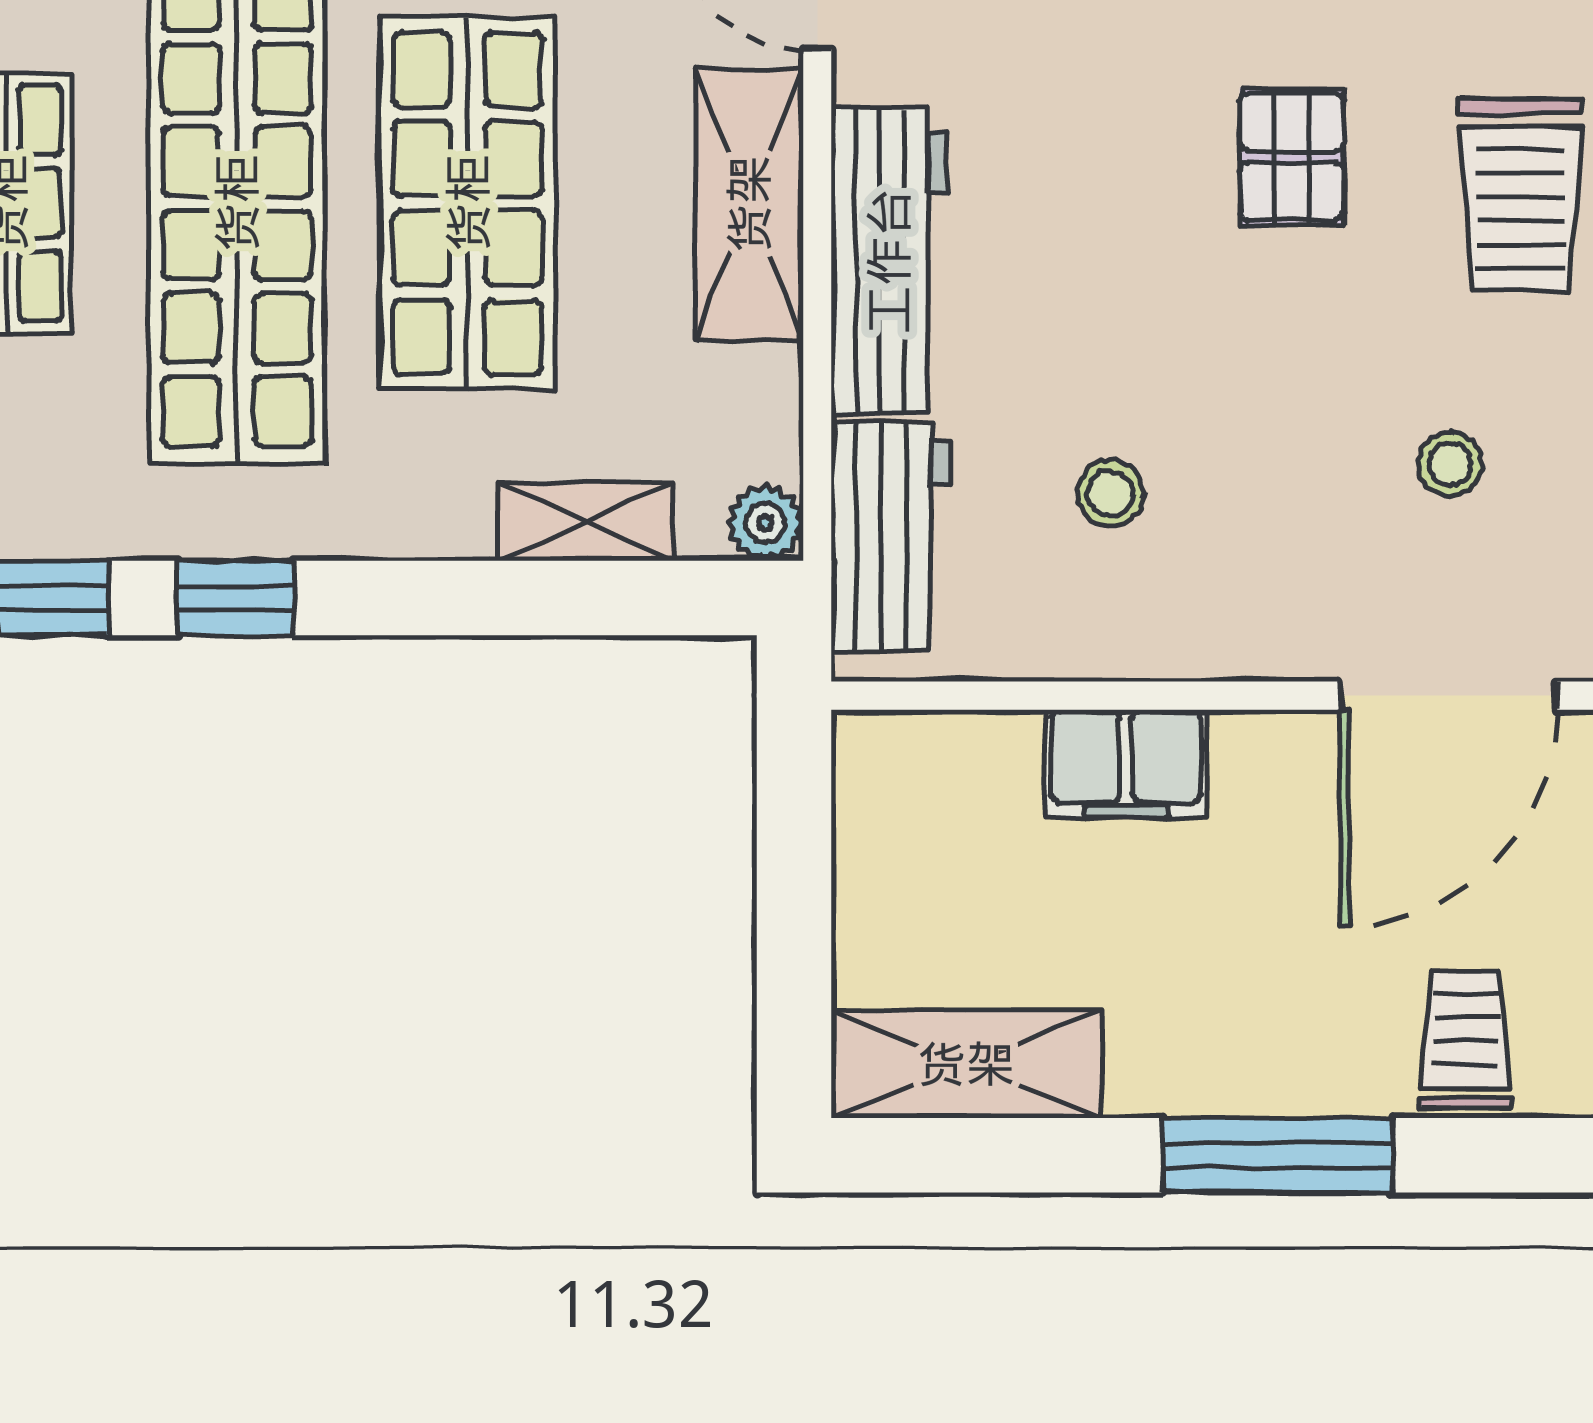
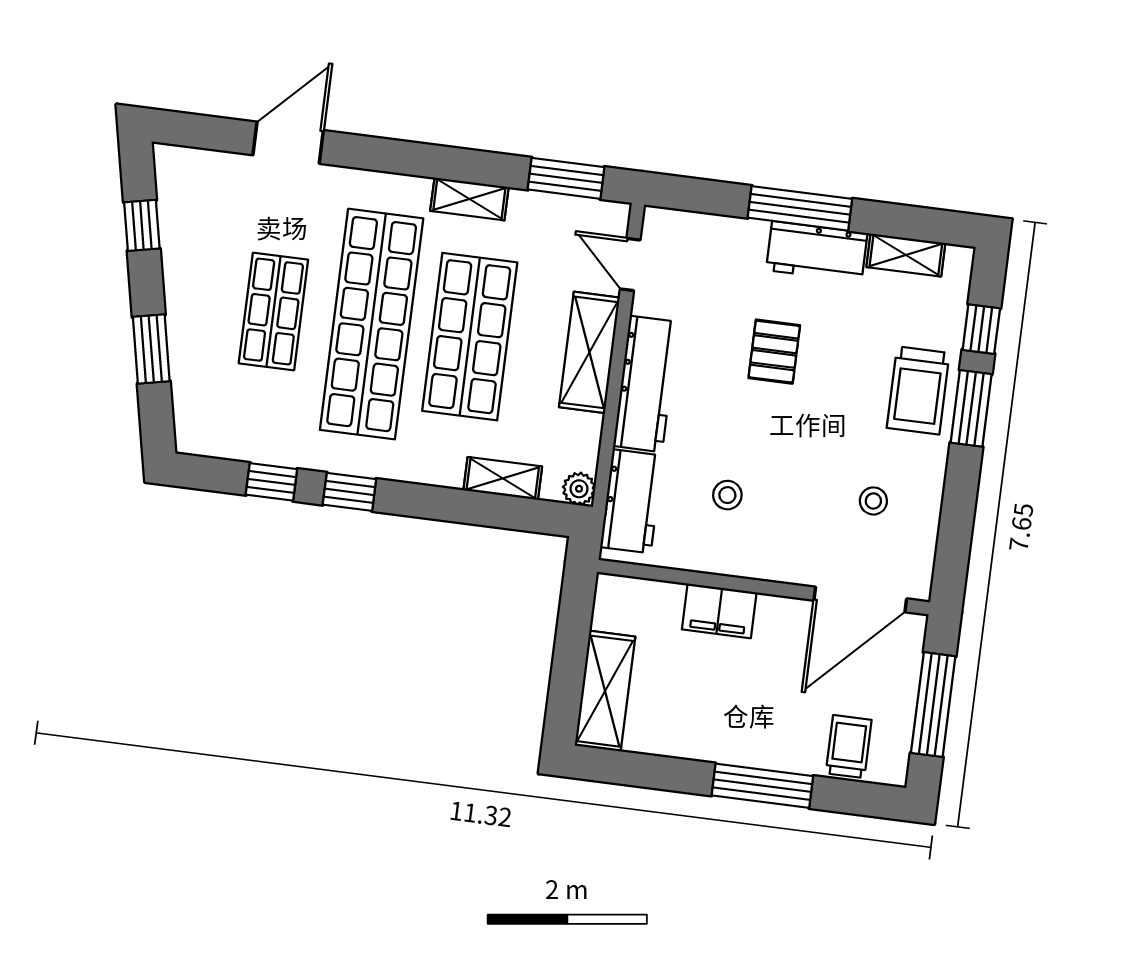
pallet: (1292, 157) -> (774, 352), moved
shelving: (966, 1064) -> (605, 691), moved, turned 90

